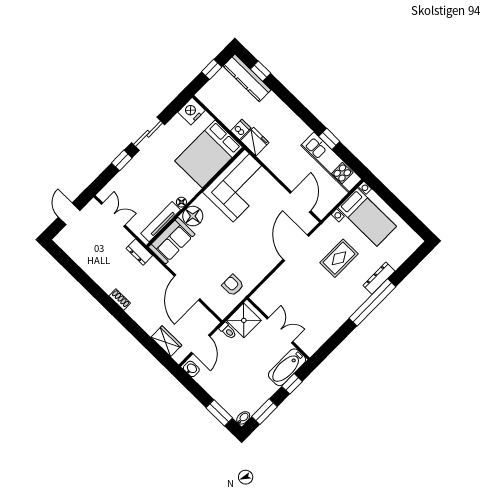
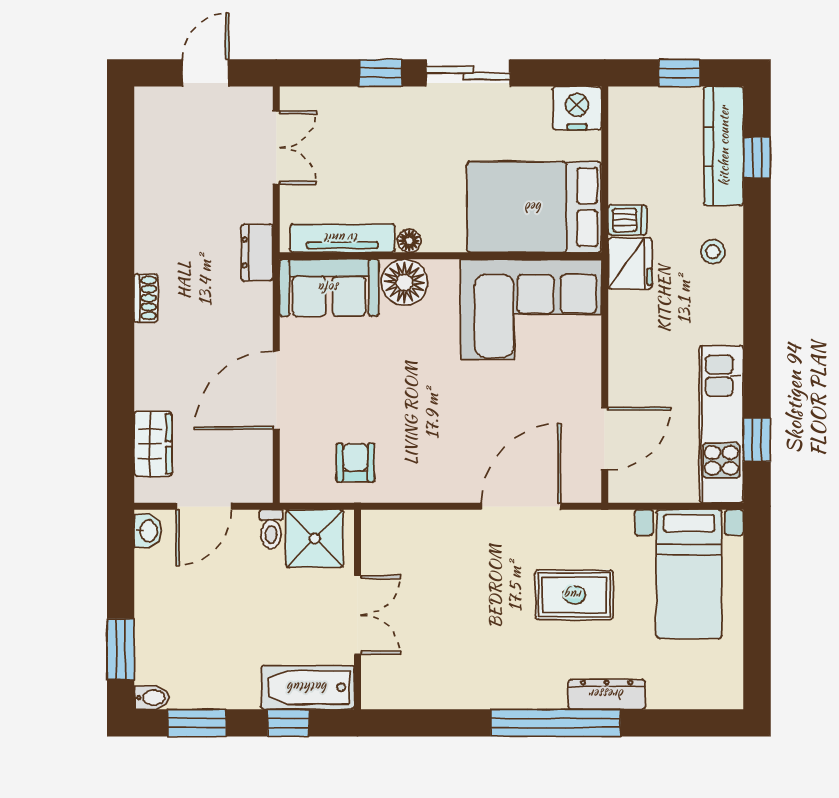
stool: (276, 113) -> (713, 252), added
window: (329, 139) -> (757, 440), moved

